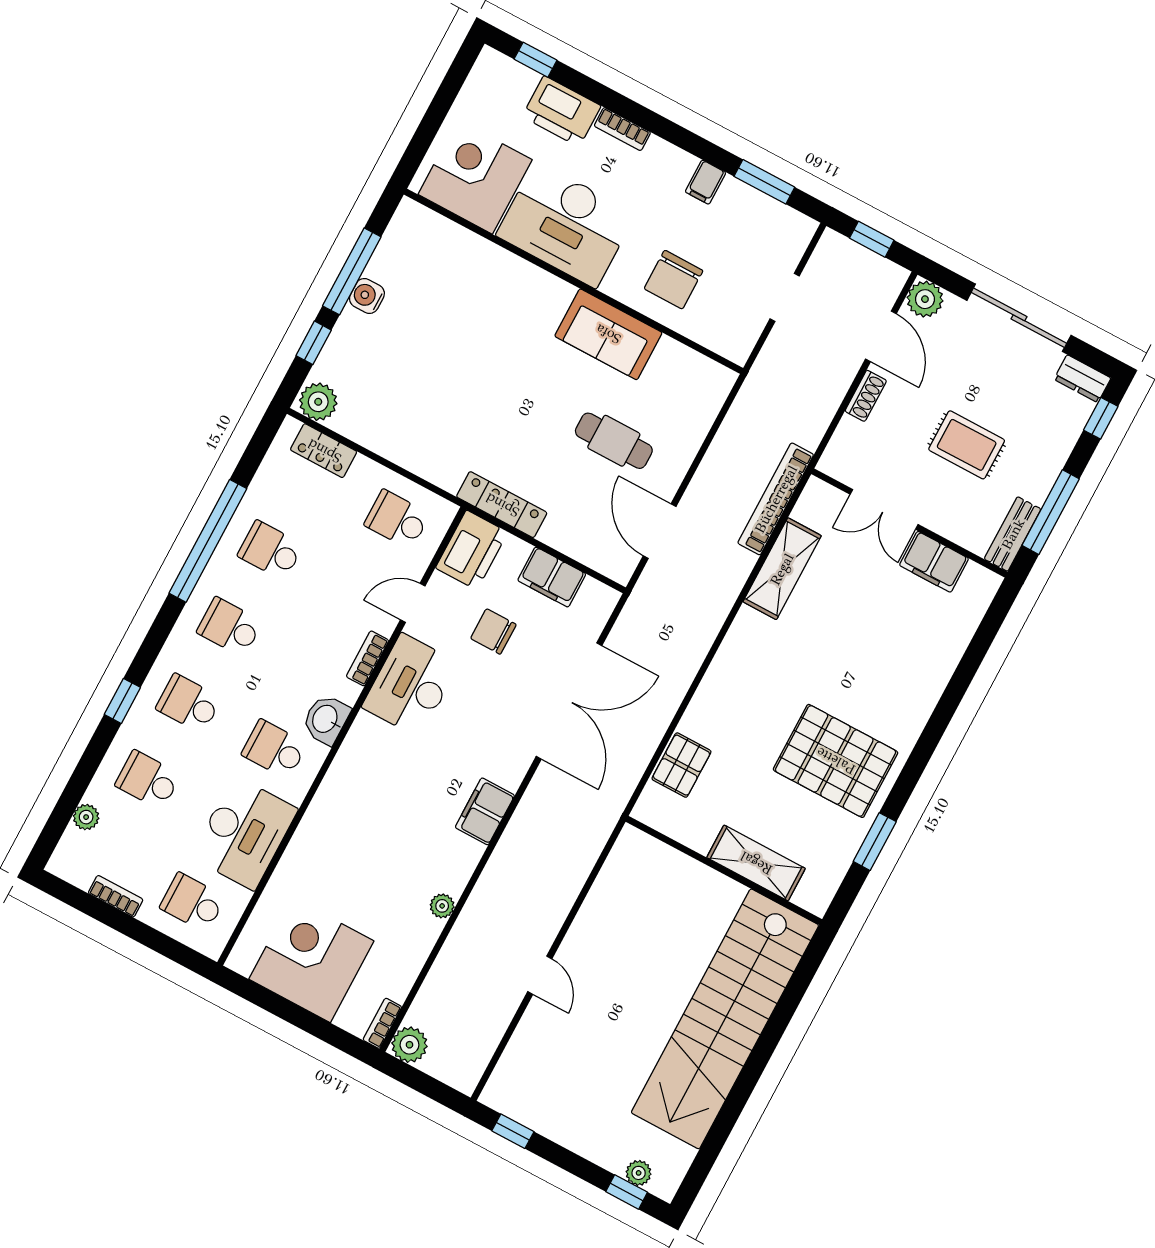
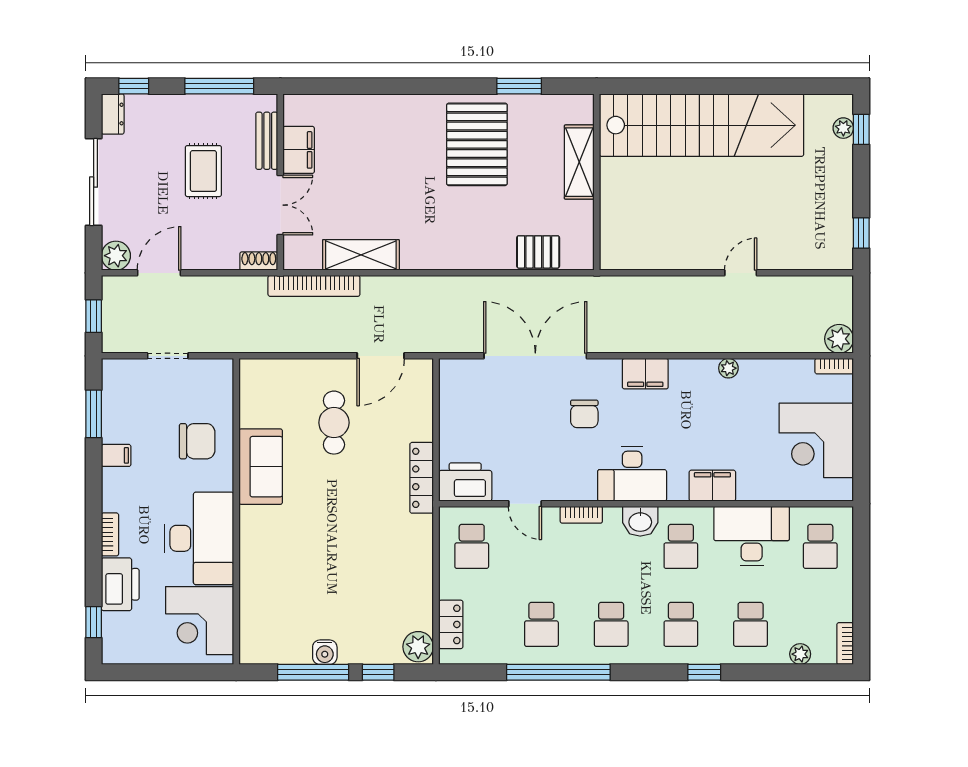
shoe rack: (866, 396) -> (259, 261), moved
bench: (1013, 534) -> (267, 141), moved, turned 90
filing cabinet: (552, 577) -> (712, 486), moved, turned -90
chair: (493, 631) -> (584, 414), moved
desk: (411, 685) -> (632, 474), moved
bookcase: (116, 896) -> (845, 644), moved

